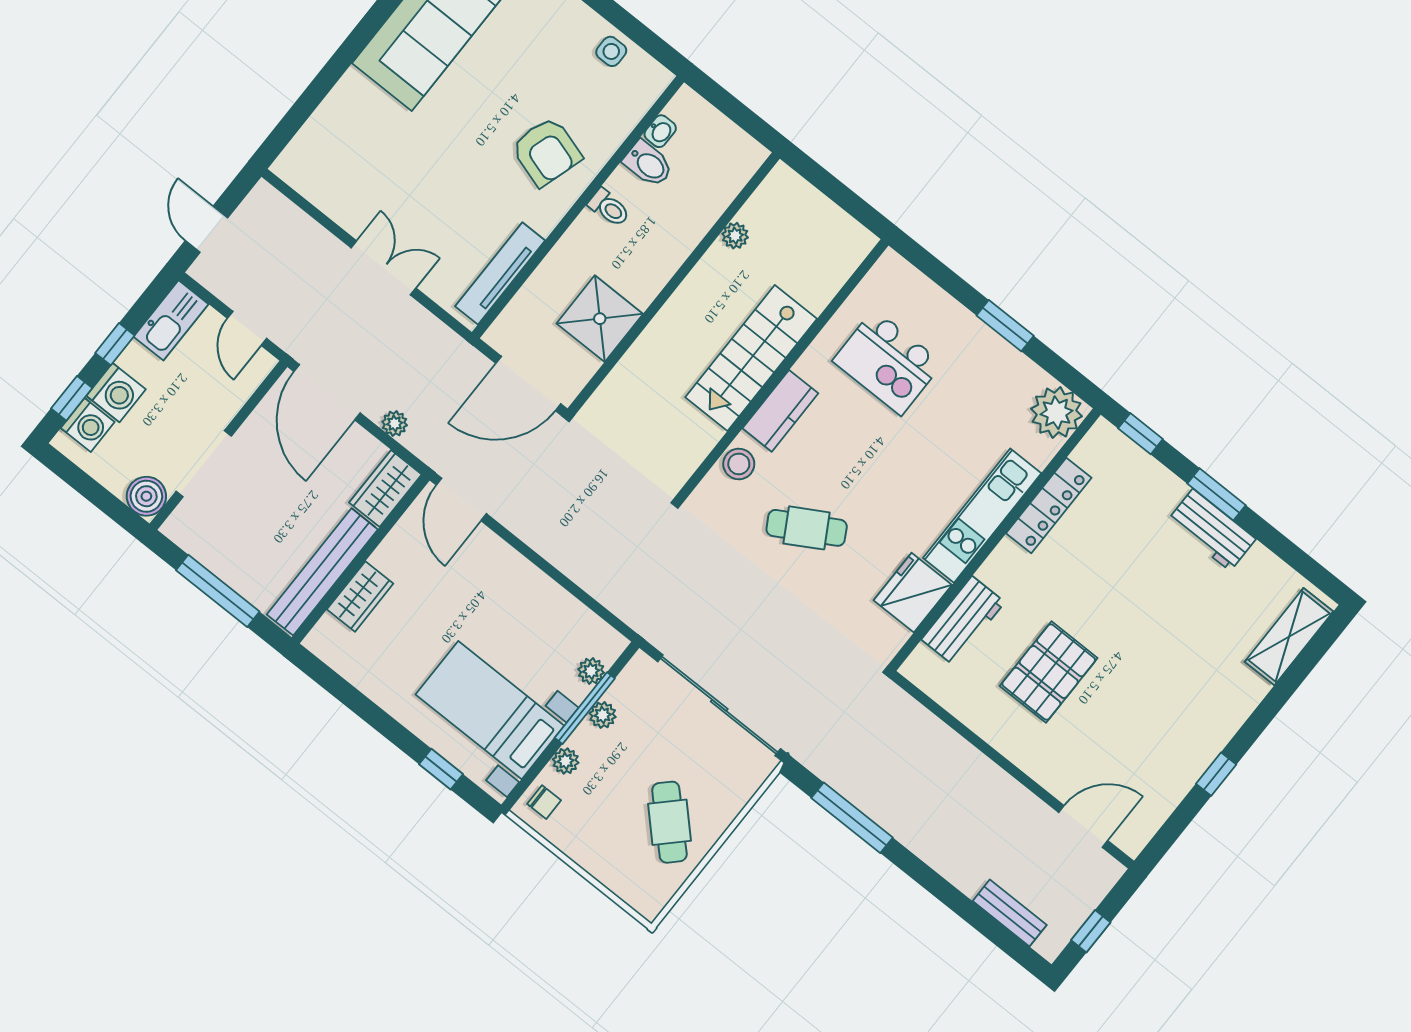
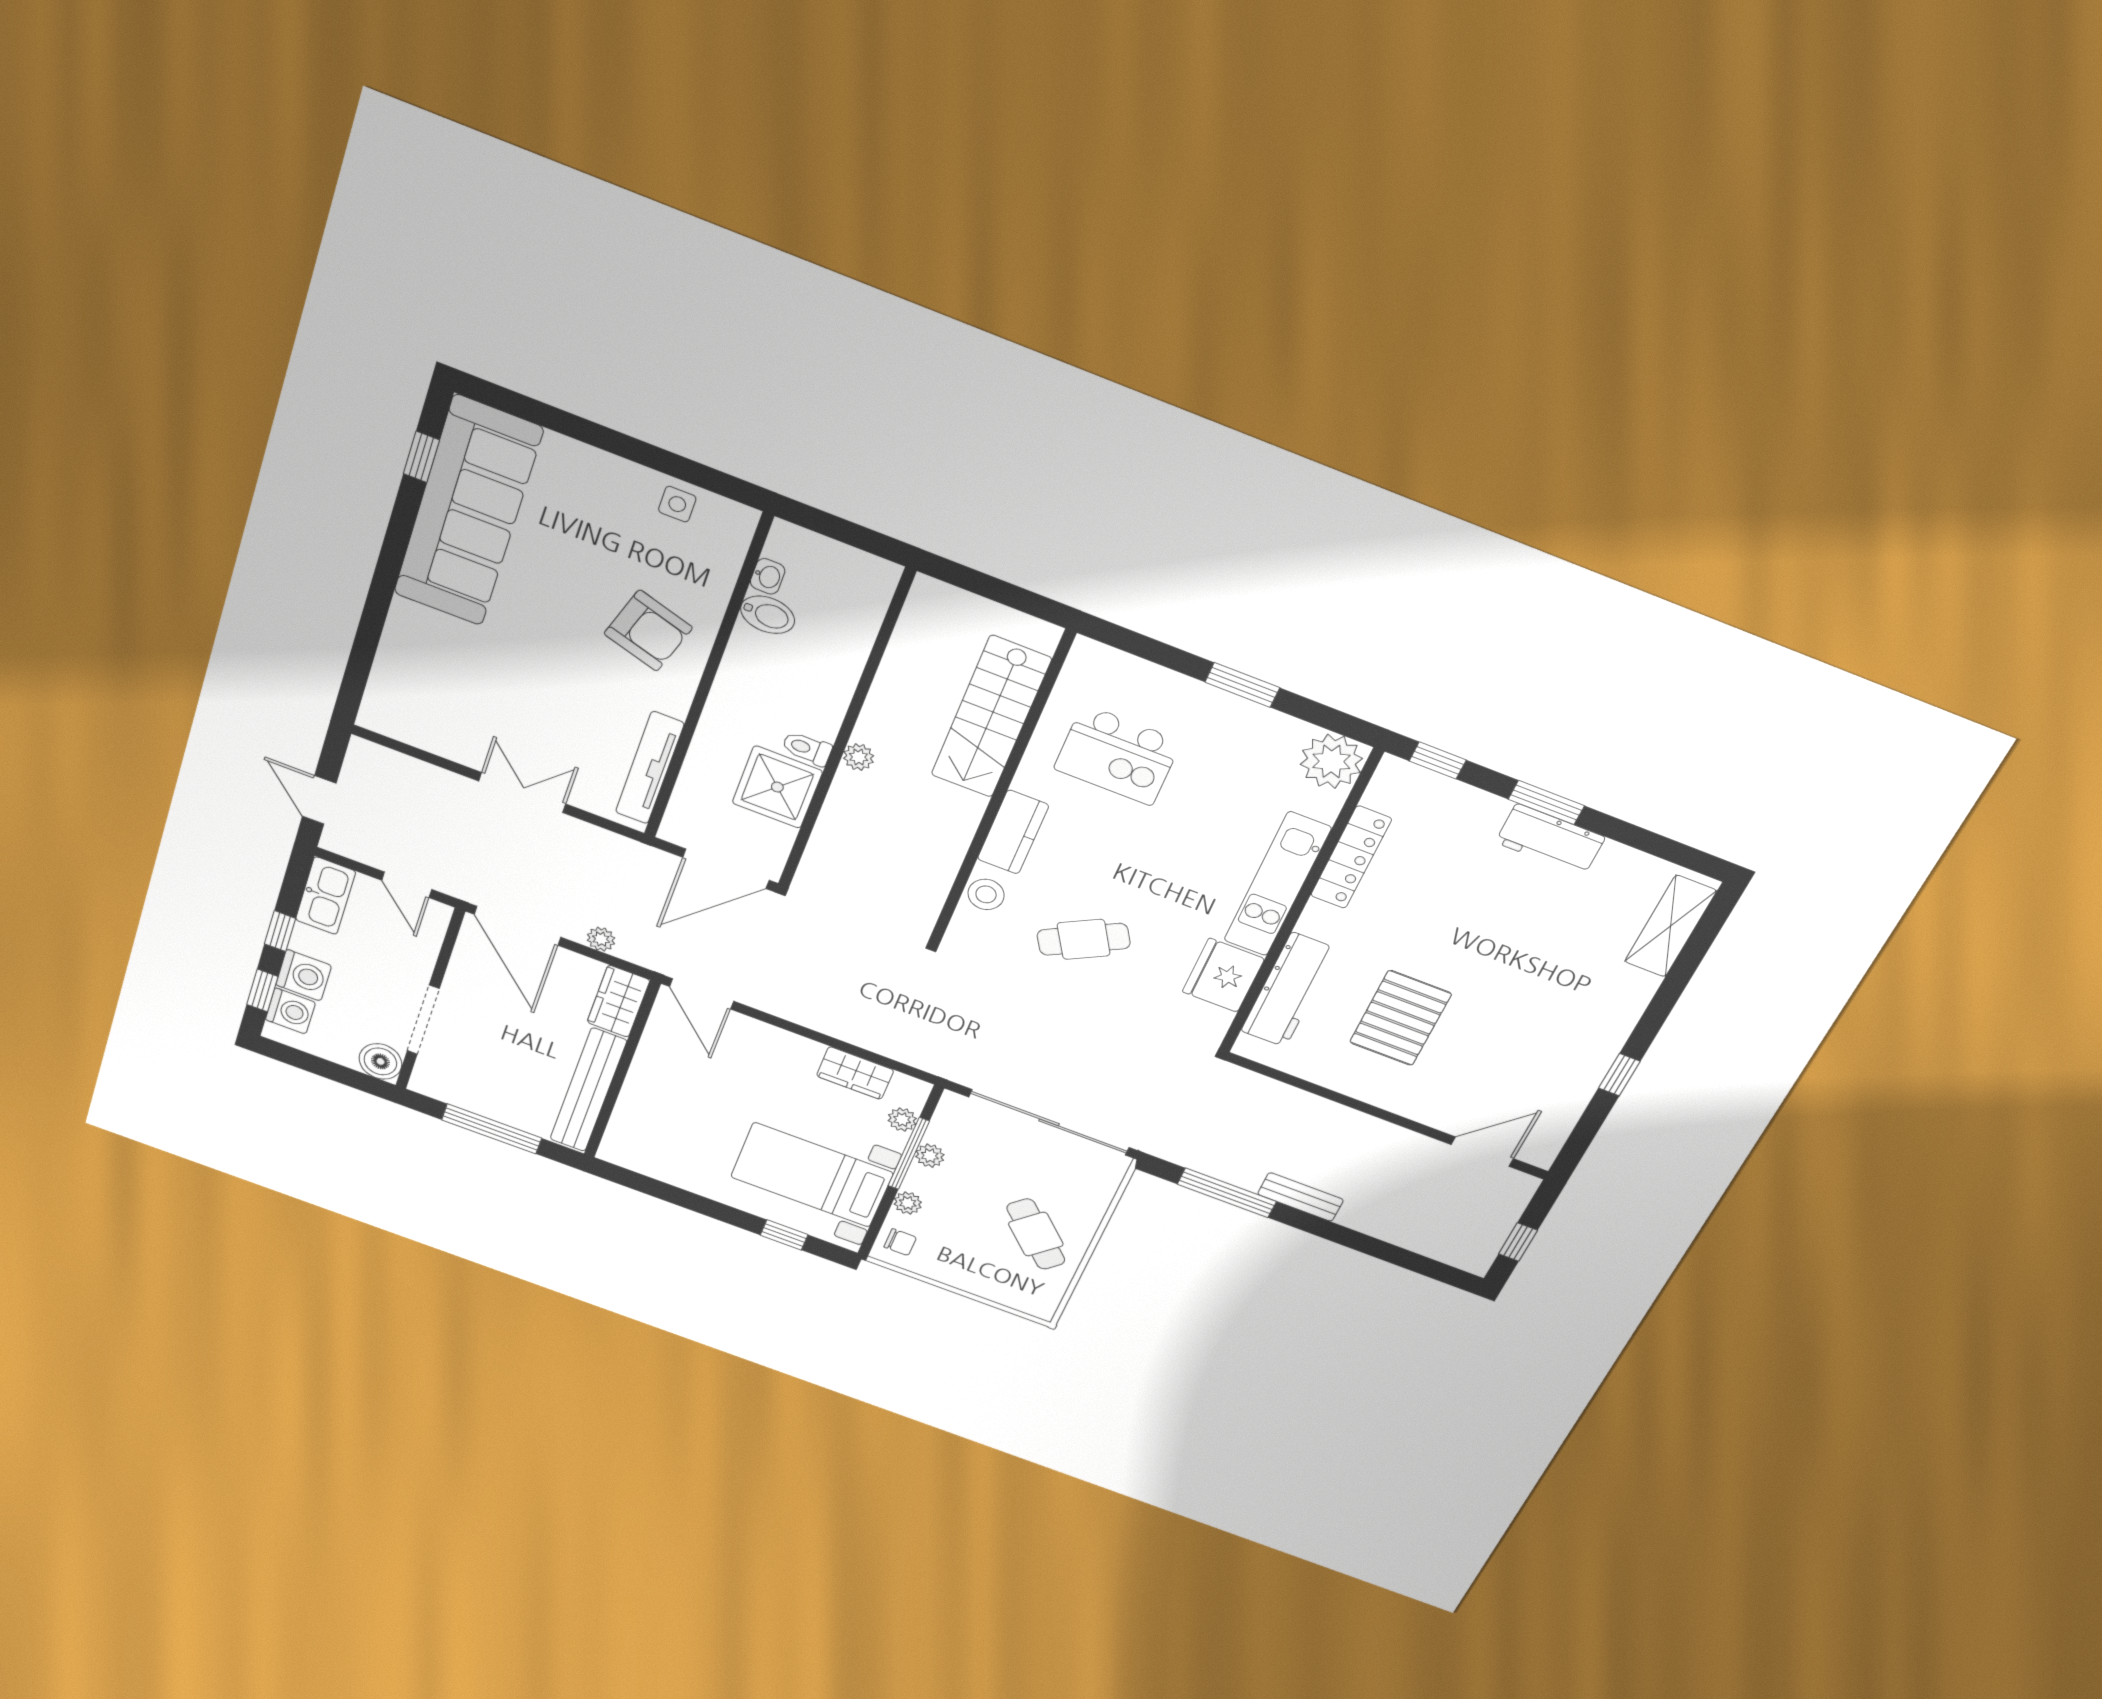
toilet: (609, 208) -> (807, 748), moved, turned 180
plant: (735, 236) -> (859, 757), moved
stairs: (751, 358) -> (991, 717), moved
wardrobe: (360, 596) -> (855, 1073), moved, turned 90
workbench: (963, 621) -> (1289, 990), width x1.38
bench: (1010, 913) -> (1300, 1197), moved

